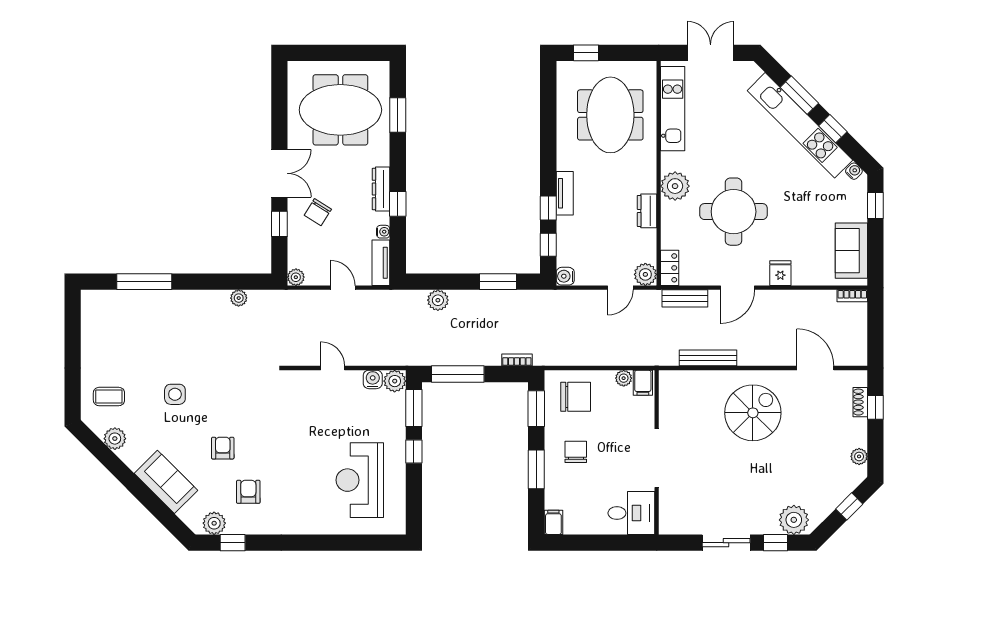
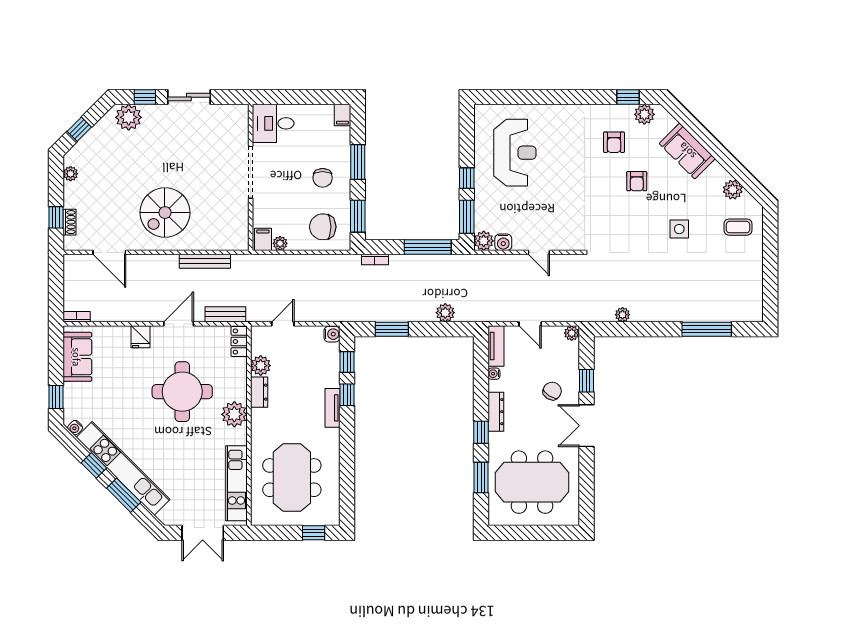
window: (398, 204) -> (481, 432), moved
plant: (645, 274) -> (261, 366), moved

